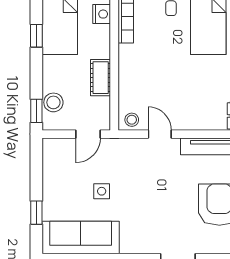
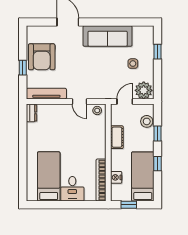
window: (36, 111) -> (157, 133), moved
plant: (58, 152) -> (144, 90), added
side table: (102, 191) -> (133, 64), moved
sofa: (81, 237) -> (108, 36), moved

